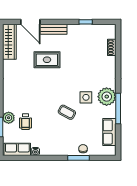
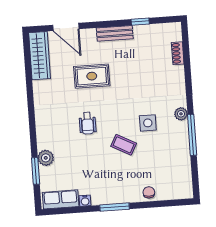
bench: (53, 29) -> (115, 33), moved
plant: (107, 97) -> (181, 114), width x0.53, depth x0.53
wheelchair: (26, 122) -> (88, 123), moved
row of seats: (109, 132) -> (183, 167), removed
window: (78, 158) -> (115, 207), moved

